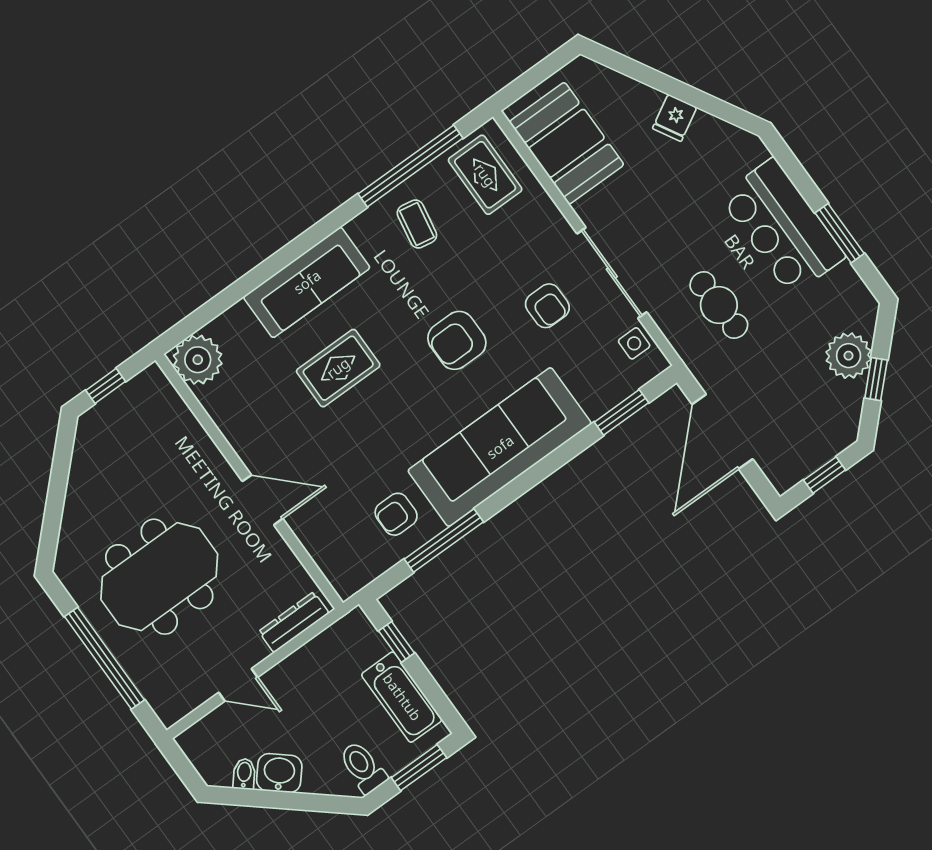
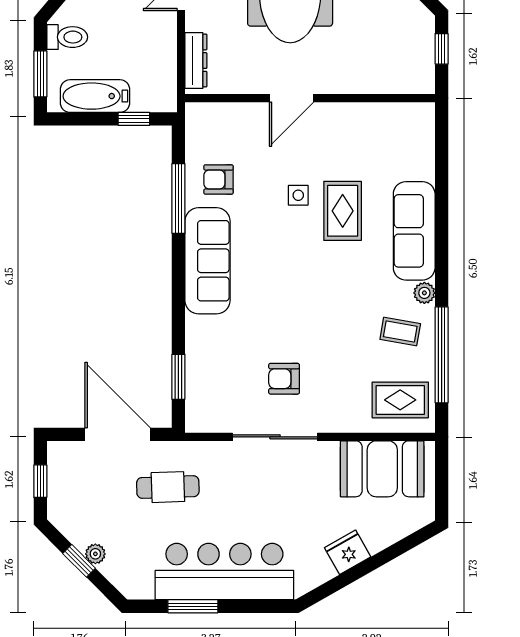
fridge: (675, 118) -> (348, 552), width x1.38
bar counter: (782, 227) -> (224, 572), width x1.36
cafe table: (719, 305) -> (168, 487), moved
armchair: (457, 340) -> (304, 302), removed
side table: (634, 343) -> (298, 195), moved
plant: (849, 356) -> (95, 554), width x0.53, depth x0.53
plant: (198, 360) -> (424, 293), moved, width x0.53, depth x0.53
sofa: (500, 447) -> (207, 261), width x0.74, depth x0.79
armchair: (396, 514) -> (218, 179), turned -90

